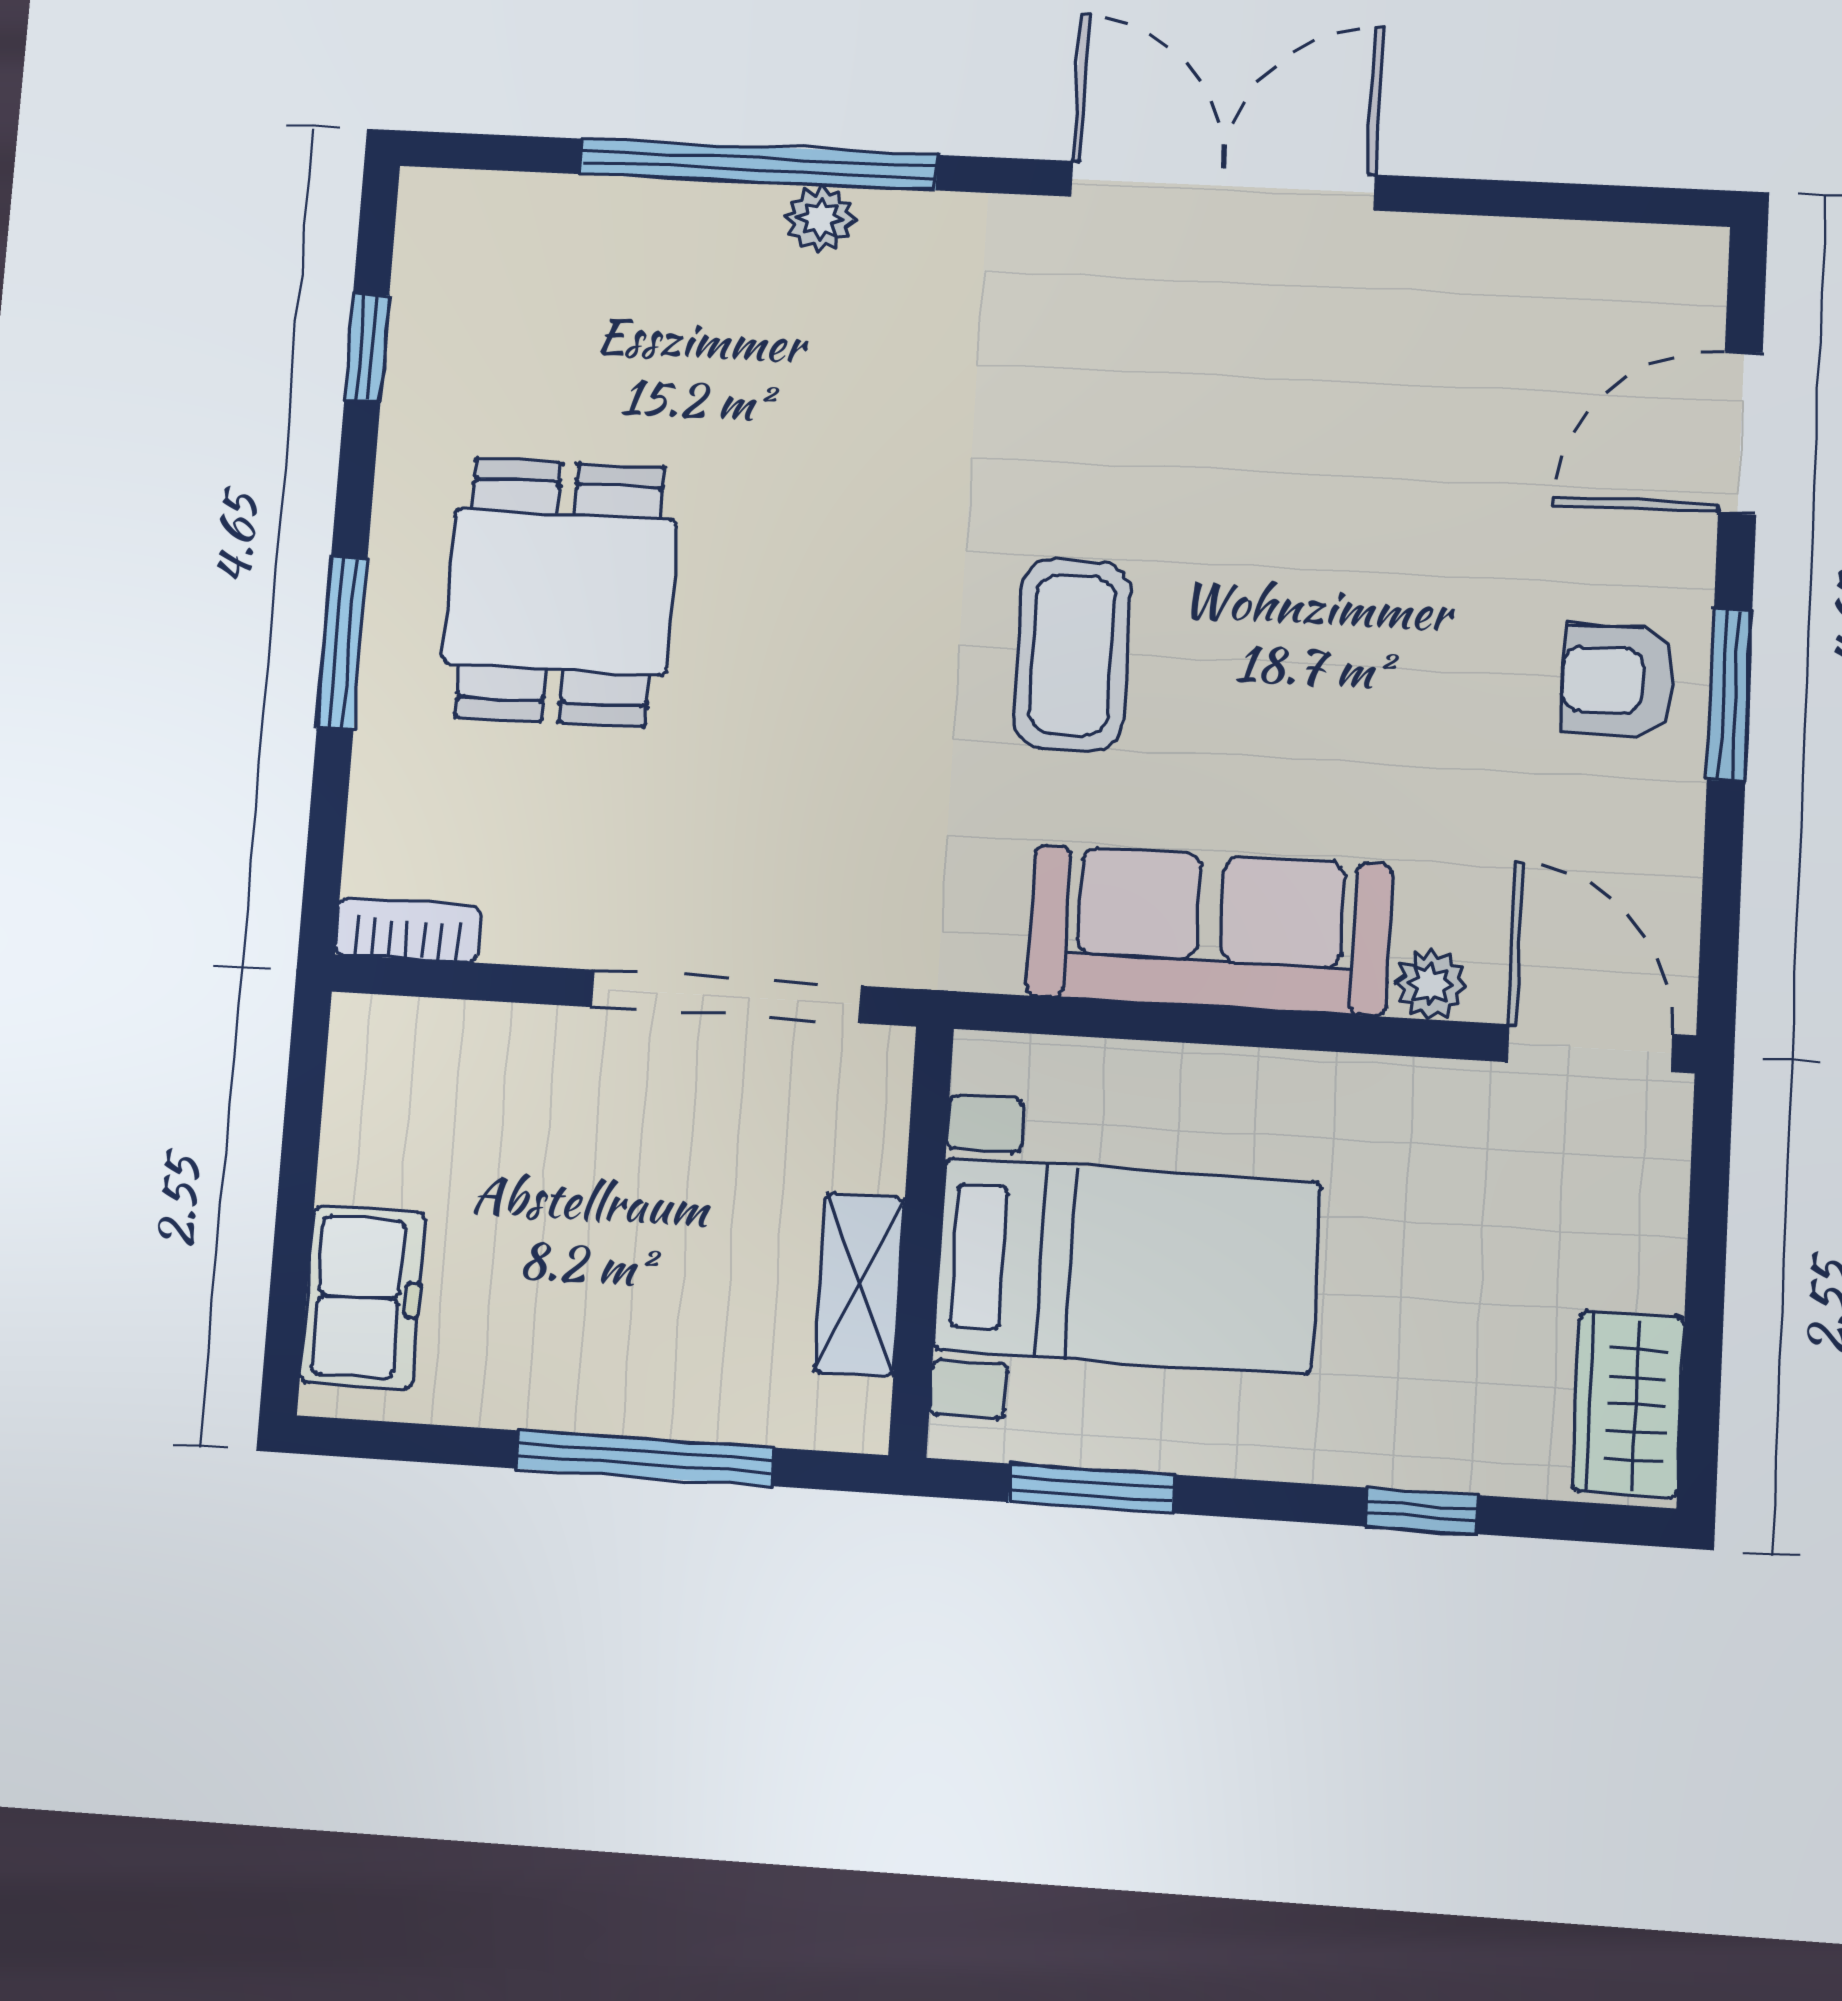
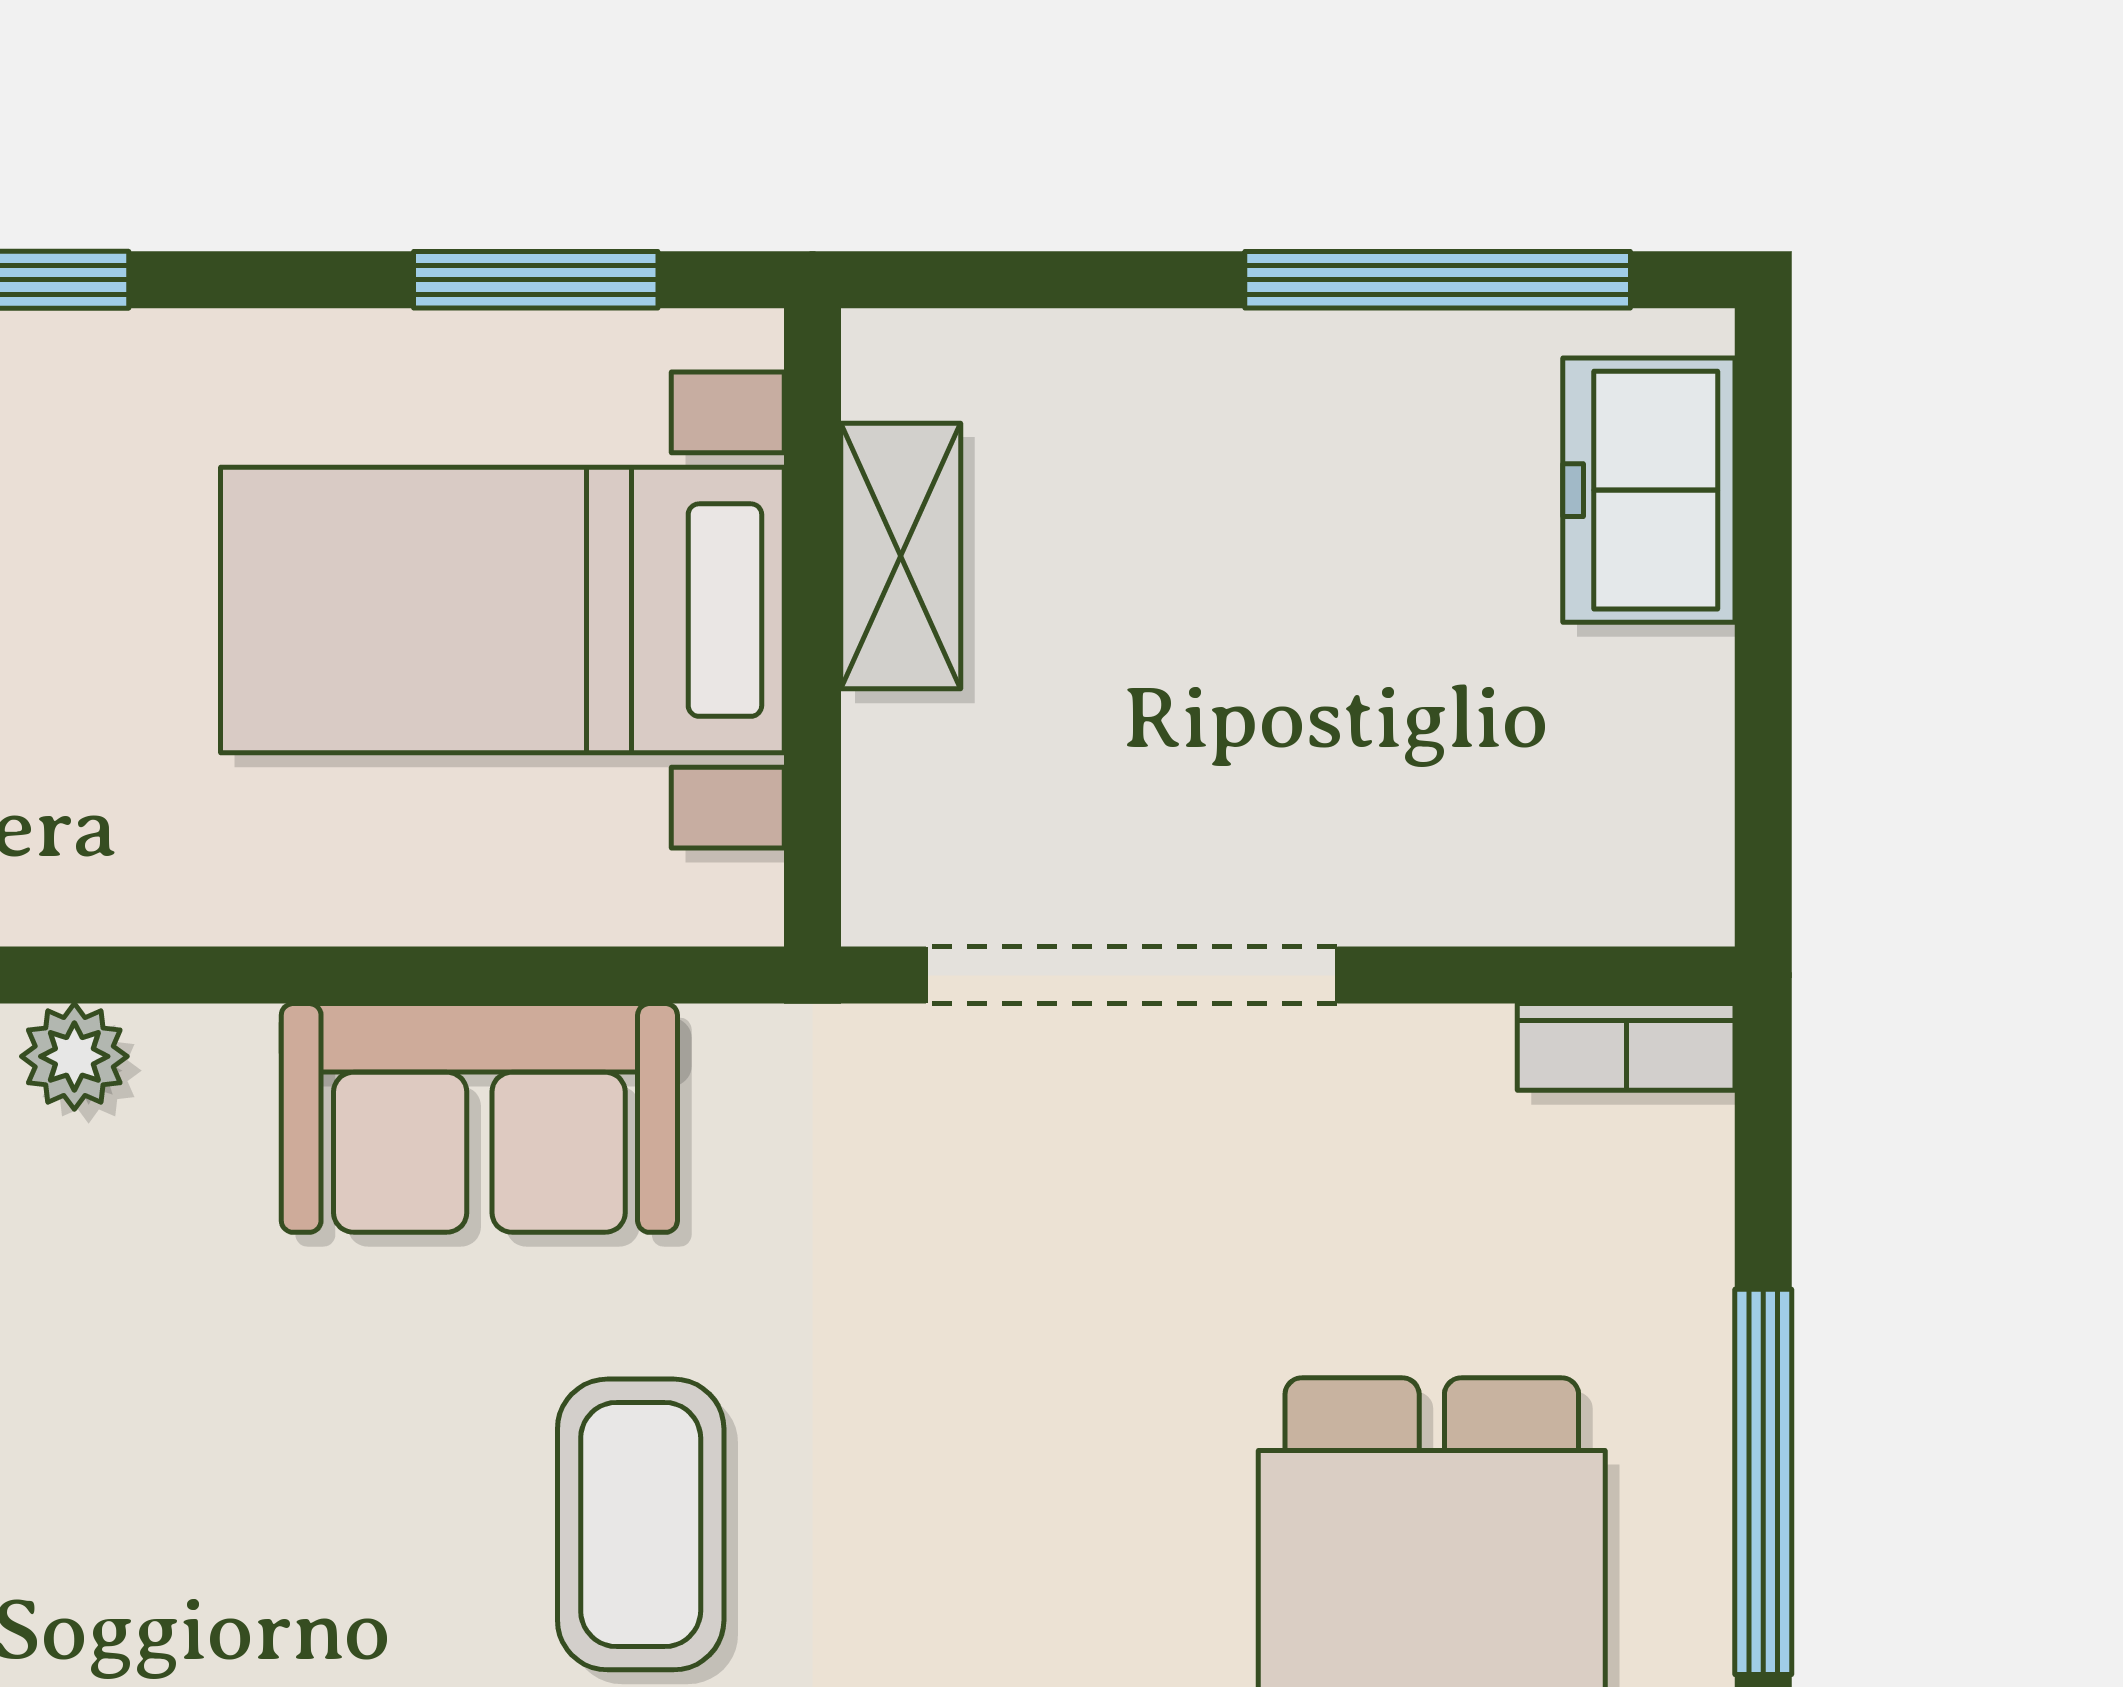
window: (342, 643) -> (1763, 1482), width x1.44
sofa: (1210, 930) -> (479, 1118), width x0.73
window: (645, 1458) -> (1438, 280), moved

